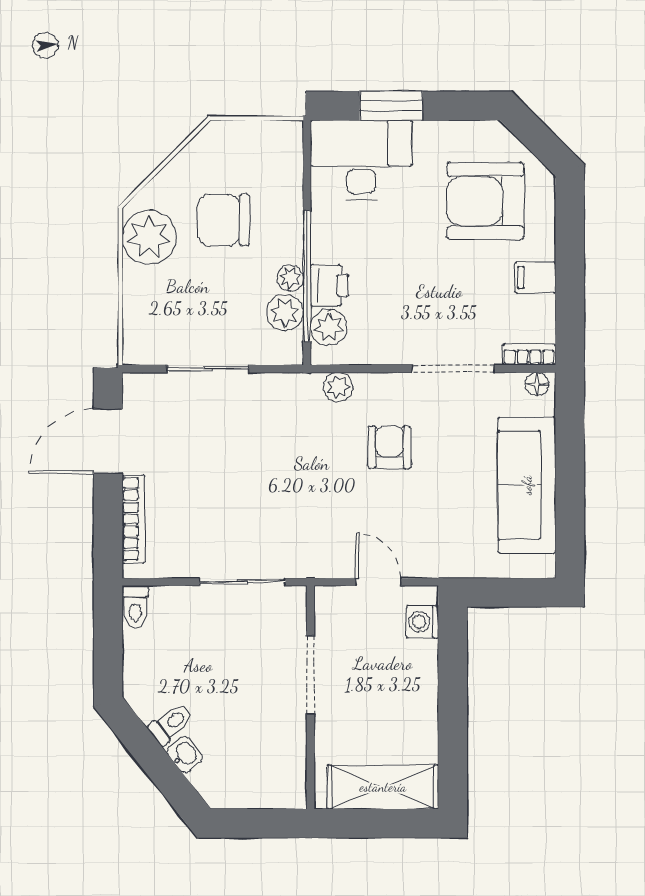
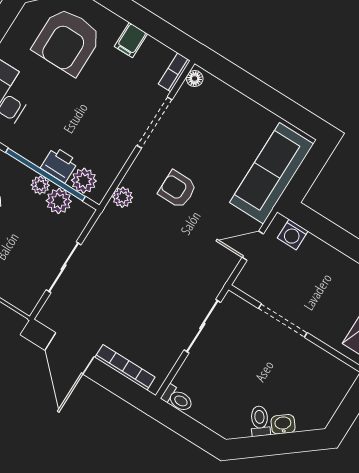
sofa: (527, 485) -> (272, 173), moved, turned 90

